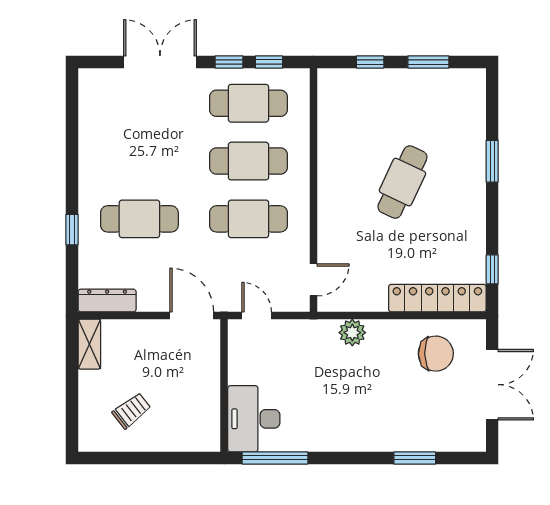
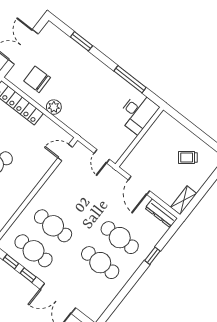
cafe table: (248, 219) -> (100, 263), moved
door: (192, 316) -> (139, 185), moved
plant: (352, 333) -> (54, 107), moved
window: (275, 458) -> (130, 79), moved

